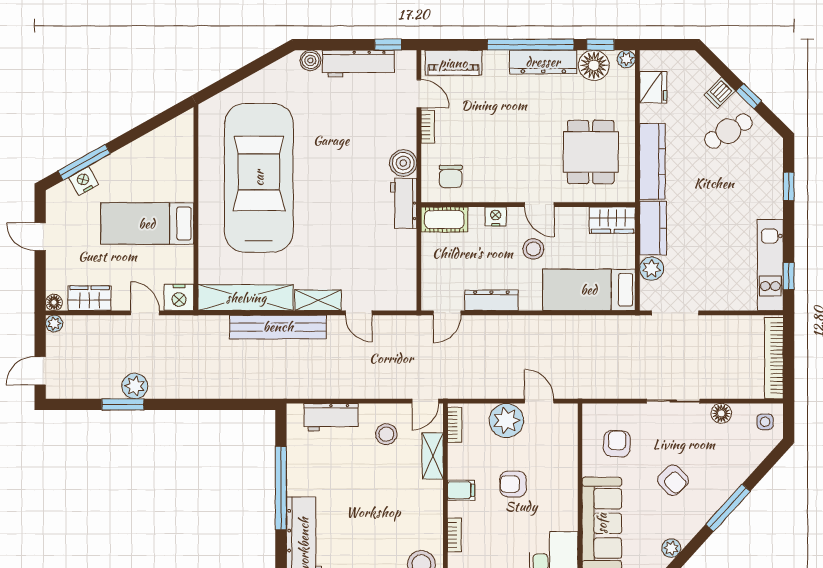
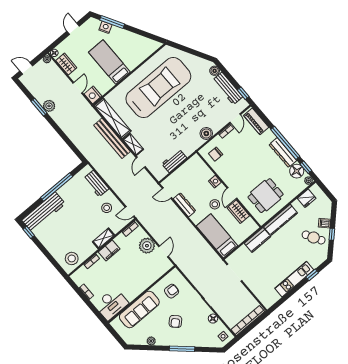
workbench: (404, 203) -> (174, 161), moved
cot: (444, 220) -> (199, 165), removed
wardrobe: (612, 220) -> (238, 212), moved
kitchen unit: (770, 265) -> (294, 279), moved
plant: (652, 269) -> (243, 251), removed
window: (789, 276) -> (281, 301), removed
shelving: (433, 456) -> (103, 238), moved
armchair: (513, 484) -> (127, 267), removed
filing cabinet: (461, 490) -> (109, 250), width x2.00

